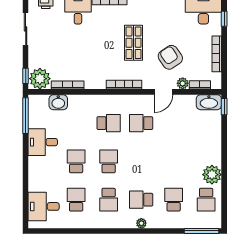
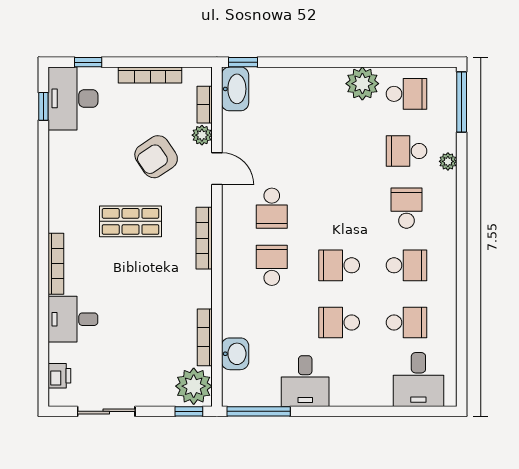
school desk: (76, 200) -> (407, 322), turned 180
school desk: (141, 200) -> (407, 208), turned 180
plant: (141, 223) -> (448, 161), moved

